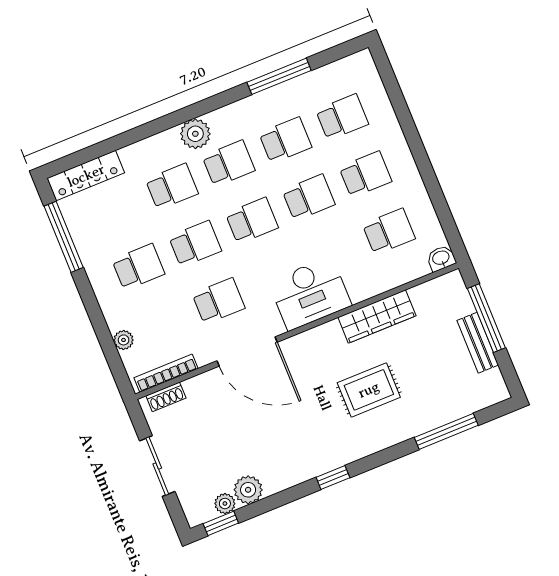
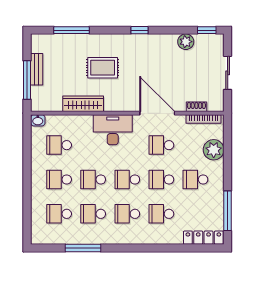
plant: (195, 134) -> (138, 236), removed
plant: (124, 340) -> (214, 150), width x1.87, depth x1.87
shoe rack: (166, 397) -> (196, 107), moved
plant: (225, 504) -> (201, 39), removed

